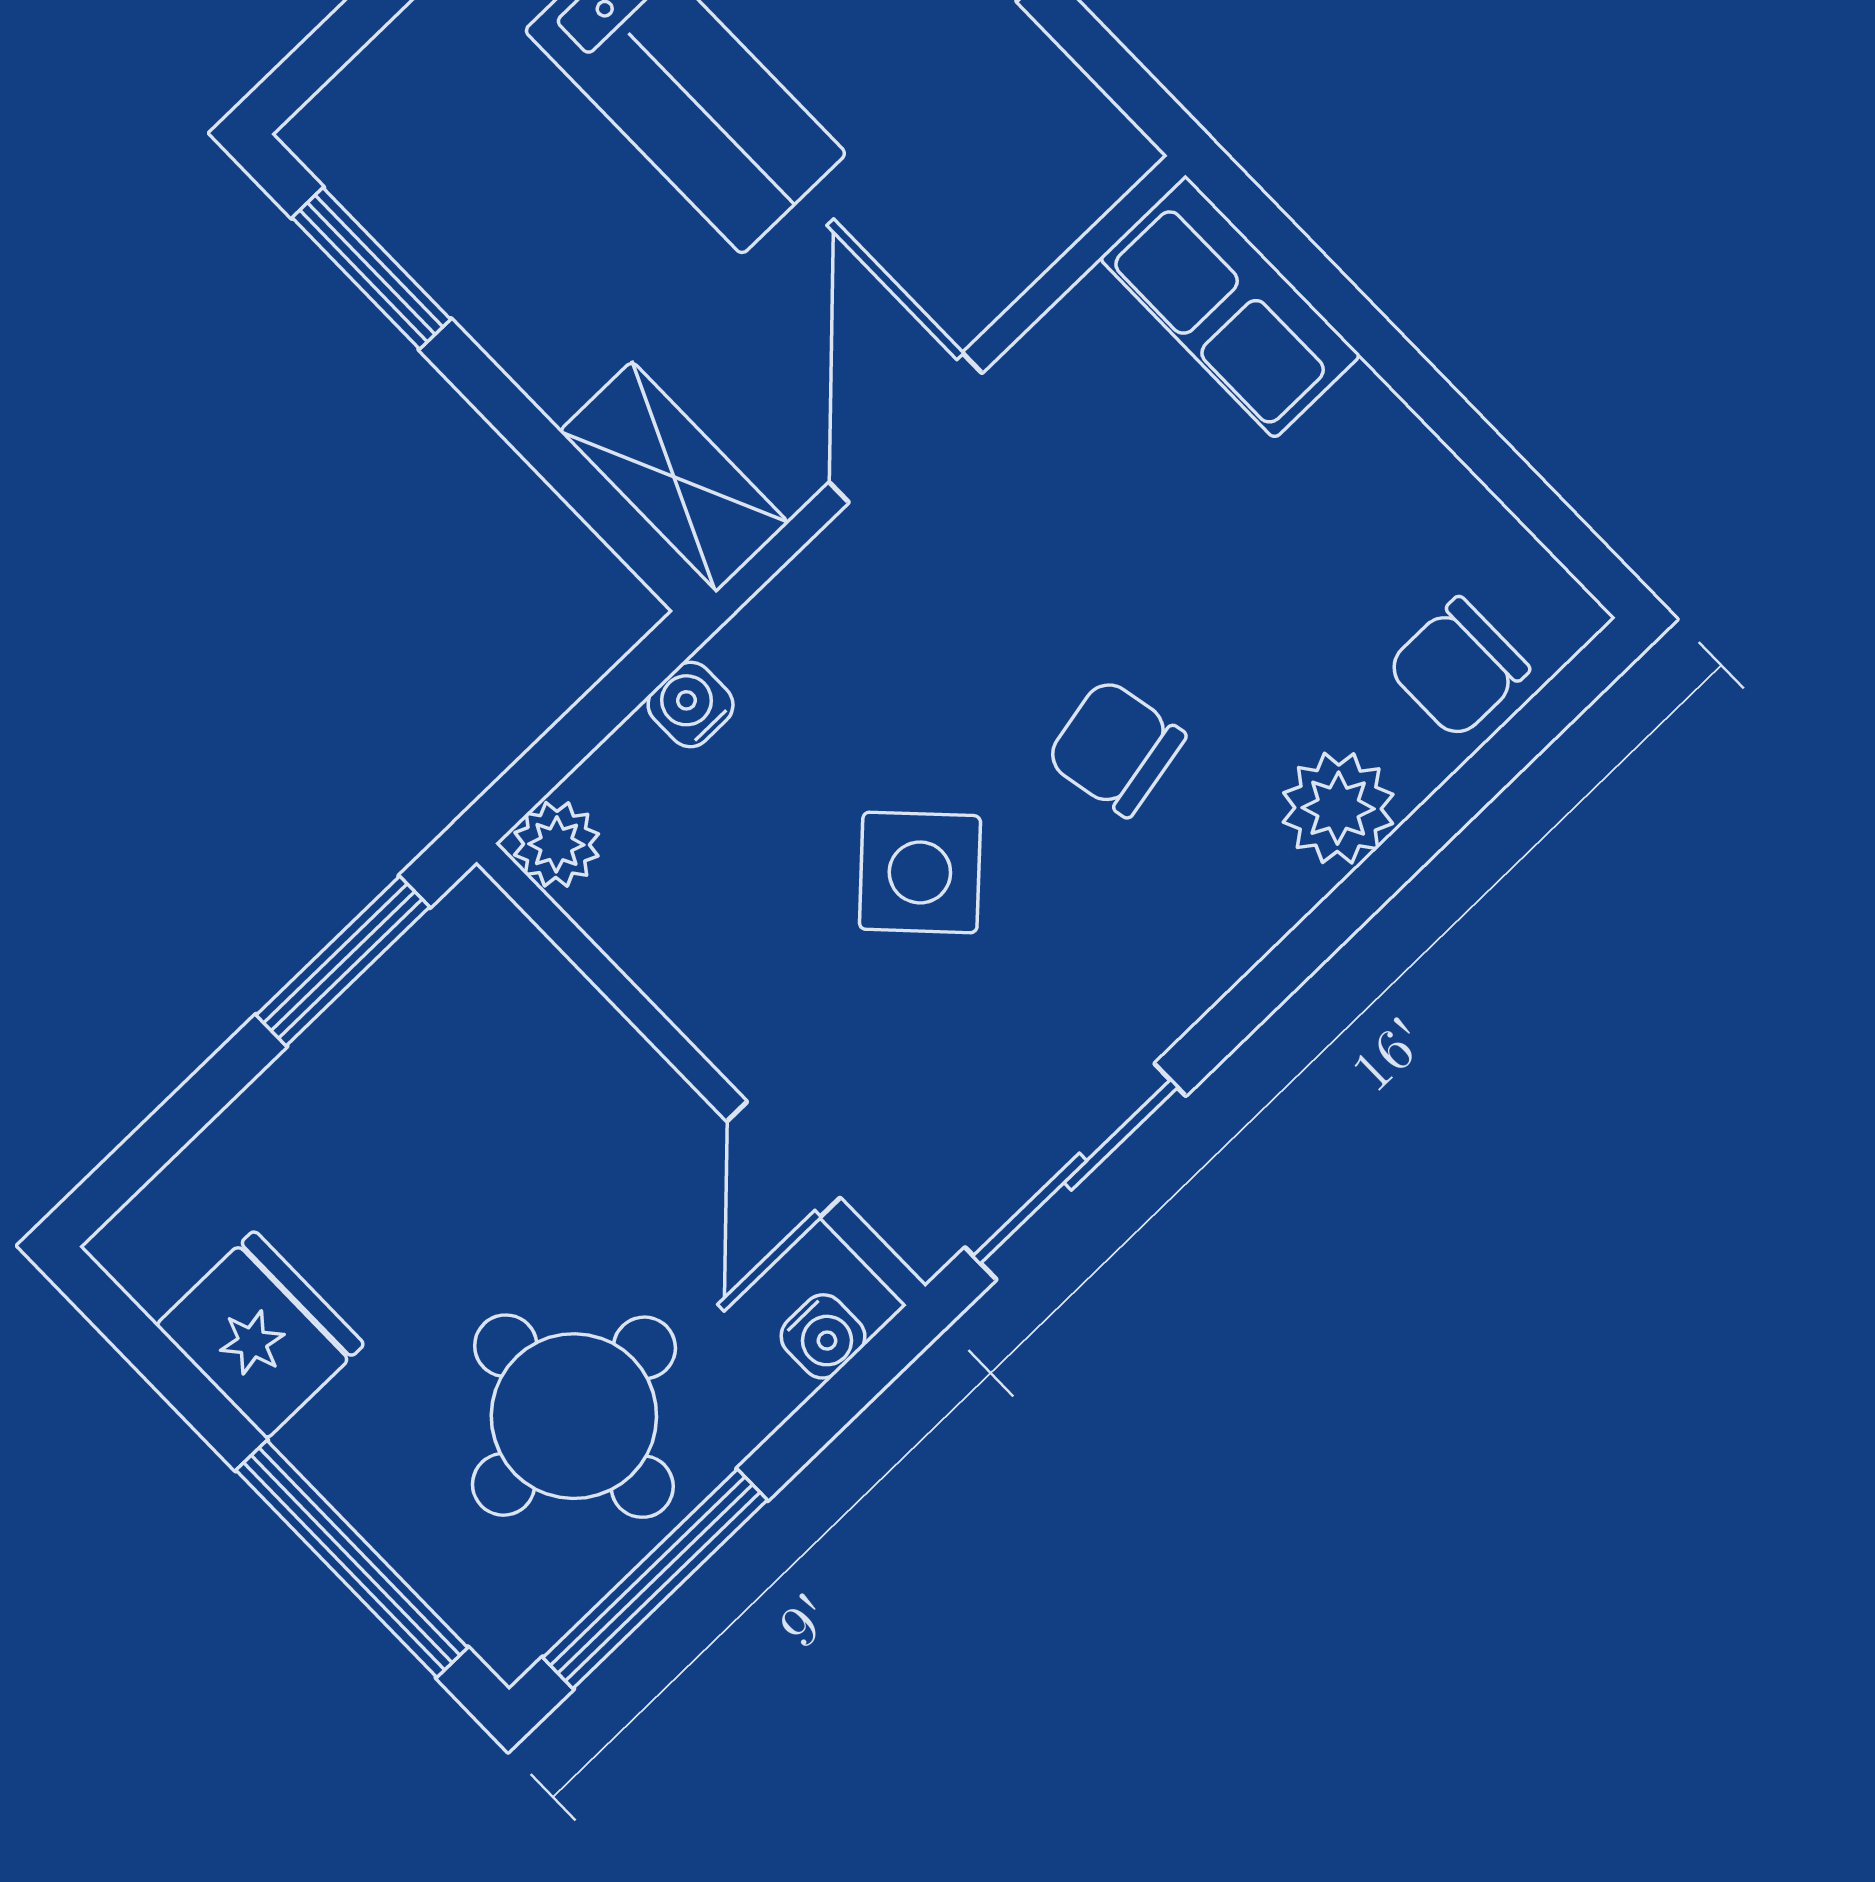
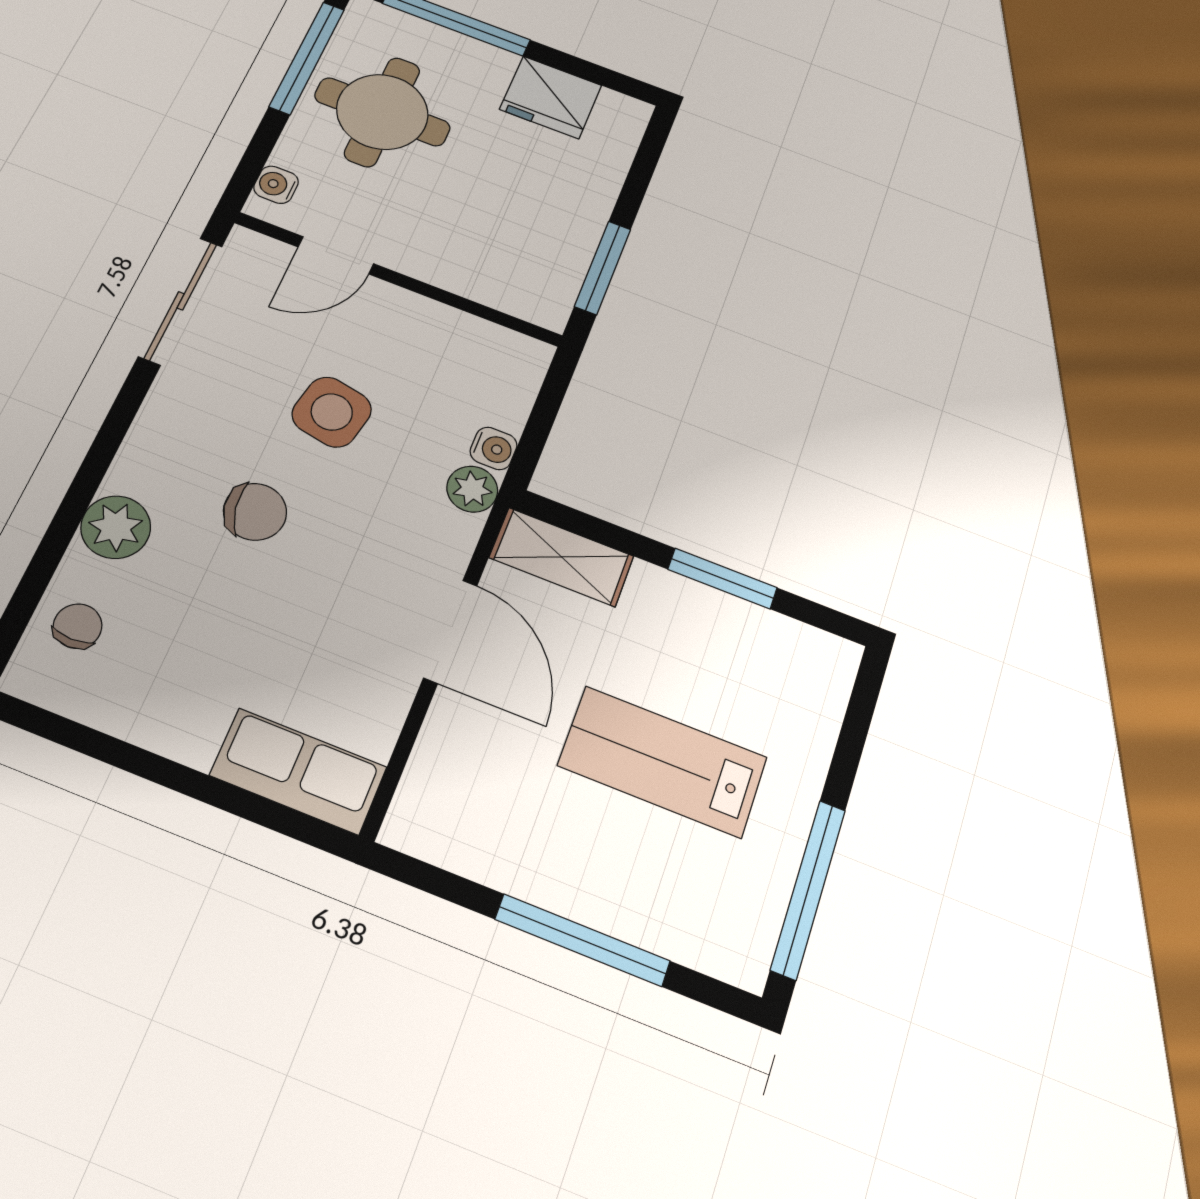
window: (371, 268) -> (722, 578), moved
chair: (1458, 668) -> (78, 626), width x0.73, depth x0.73
plant: (556, 844) -> (472, 489), moved
side table: (920, 872) -> (332, 412), turned -35
door: (784, 1159) -> (336, 255), swing flipped

